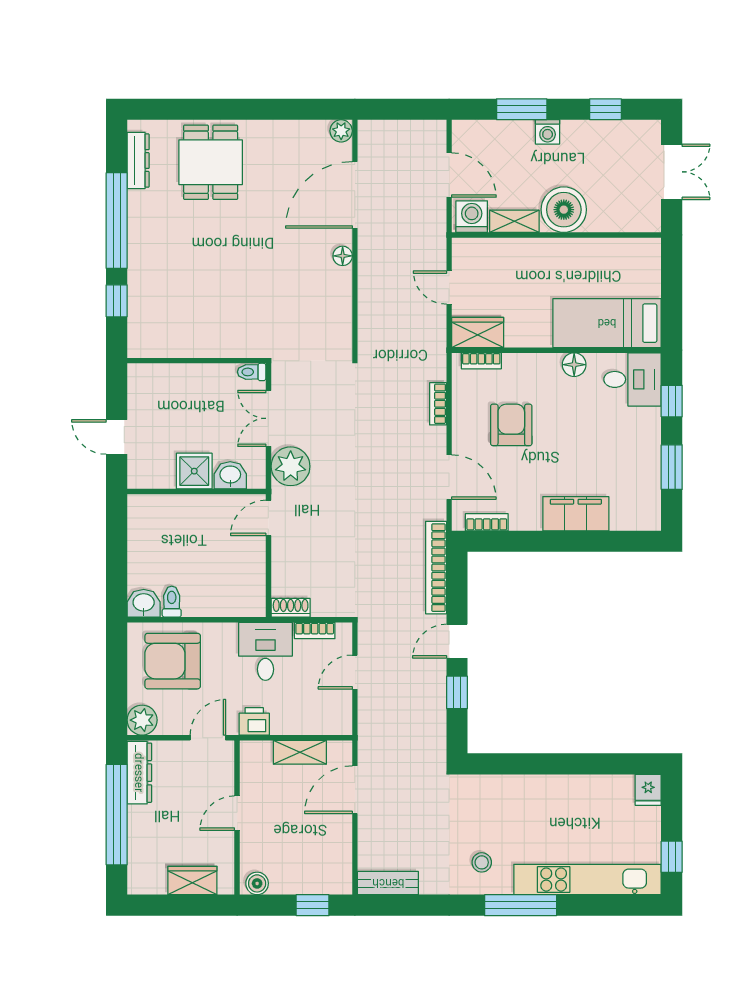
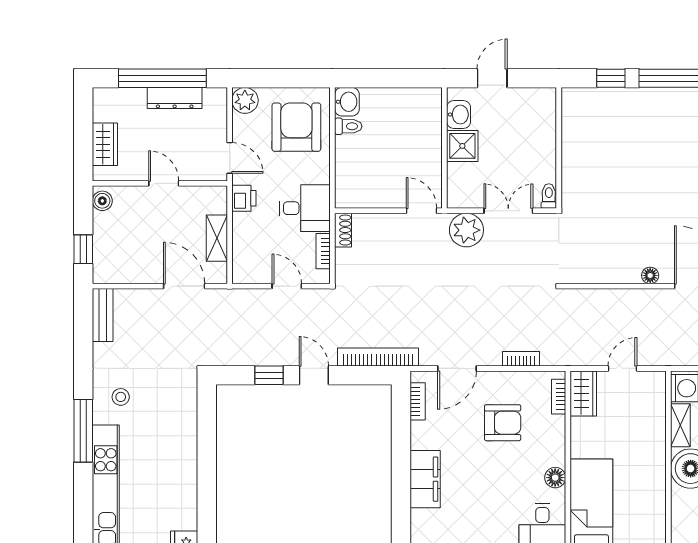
washbasin: (230, 475) -> (459, 115), moved
dresser: (139, 773) -> (175, 98), moved

